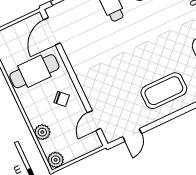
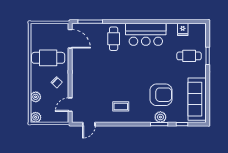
door: (52, 31) -> (70, 39), swing flipped
coffee table: (164, 91) -> (121, 106), width x0.54, depth x0.58

